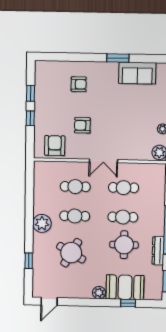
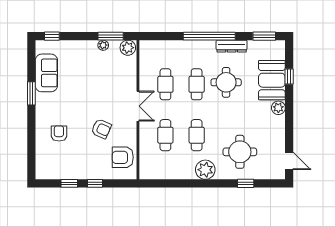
armchair: (82, 125) -> (101, 129), turned -66
round table: (71, 253) -> (240, 152), moved, turned -30

